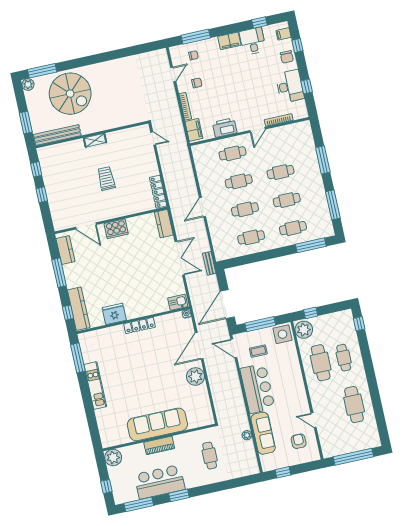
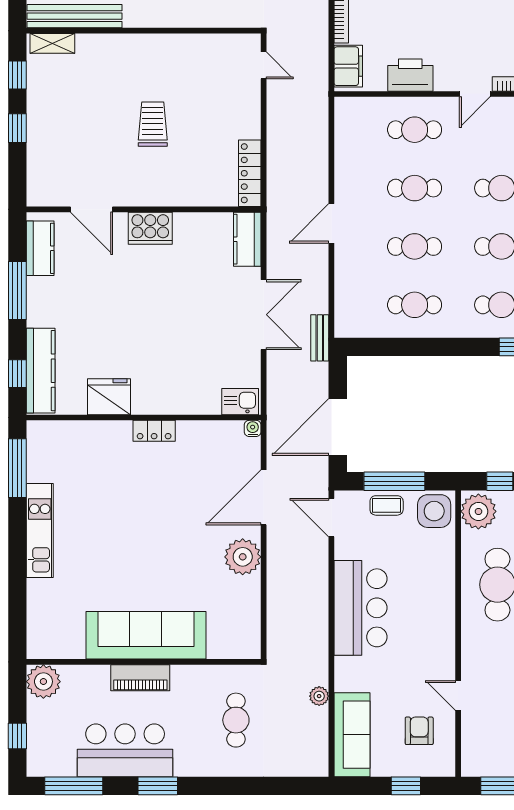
shelving: (95, 140) -> (52, 43), moved
locker: (140, 325) -> (154, 431), width x0.66
coffee table: (258, 351) -> (387, 505), moved
sofa: (263, 433) -> (352, 735), moved
window: (283, 472) -> (406, 786), moved

